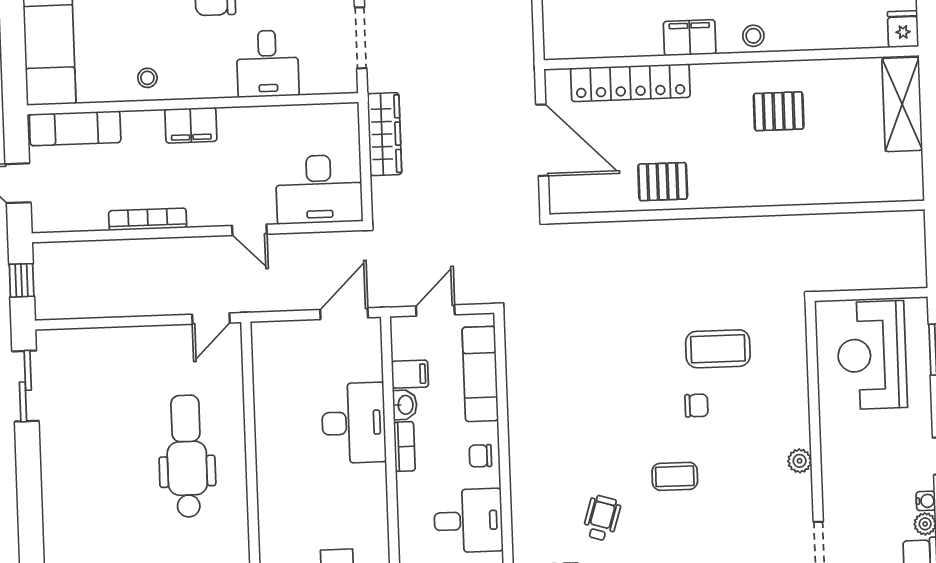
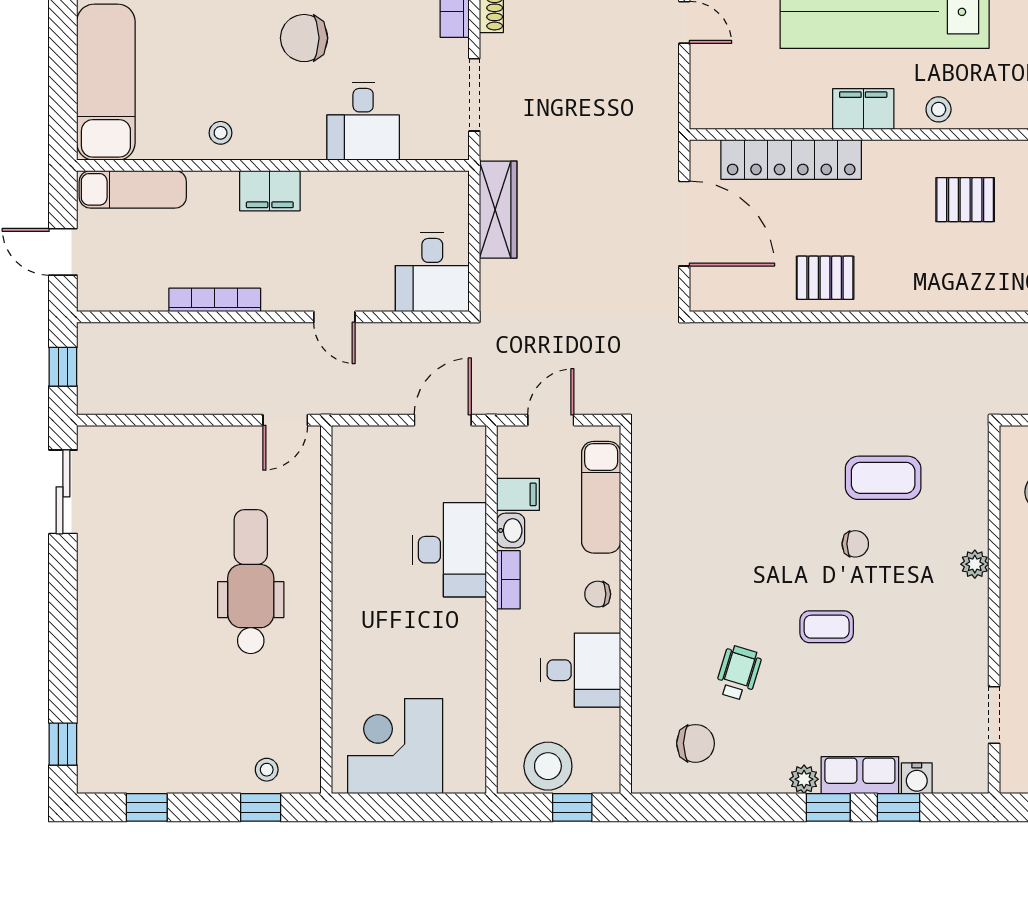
desk: (319, 189) -> (432, 272), width x0.73
plant: (800, 461) -> (975, 564), moved

